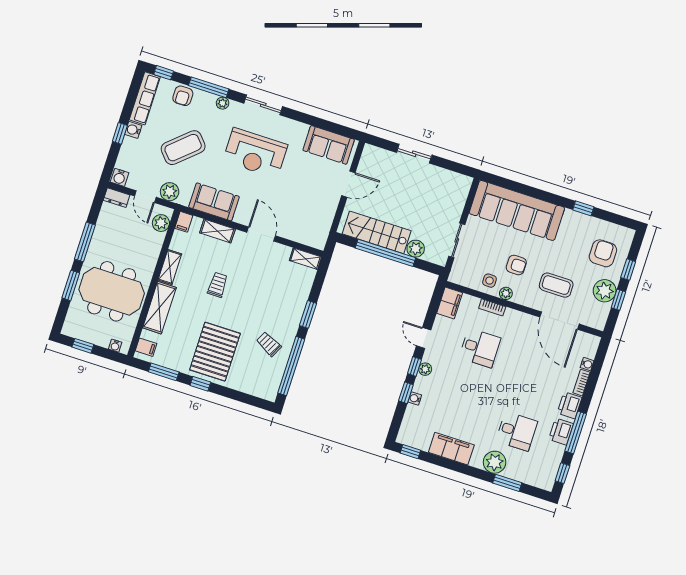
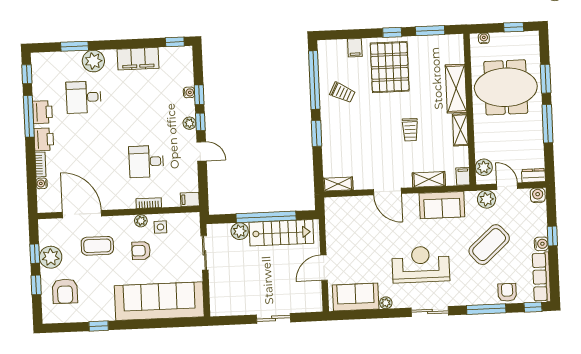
plant: (223, 103) -> (386, 303), moved
filing cabinet: (450, 303) -> (190, 199), width x0.50
filing cabinet: (146, 347) -> (355, 48), moved, turned -90

